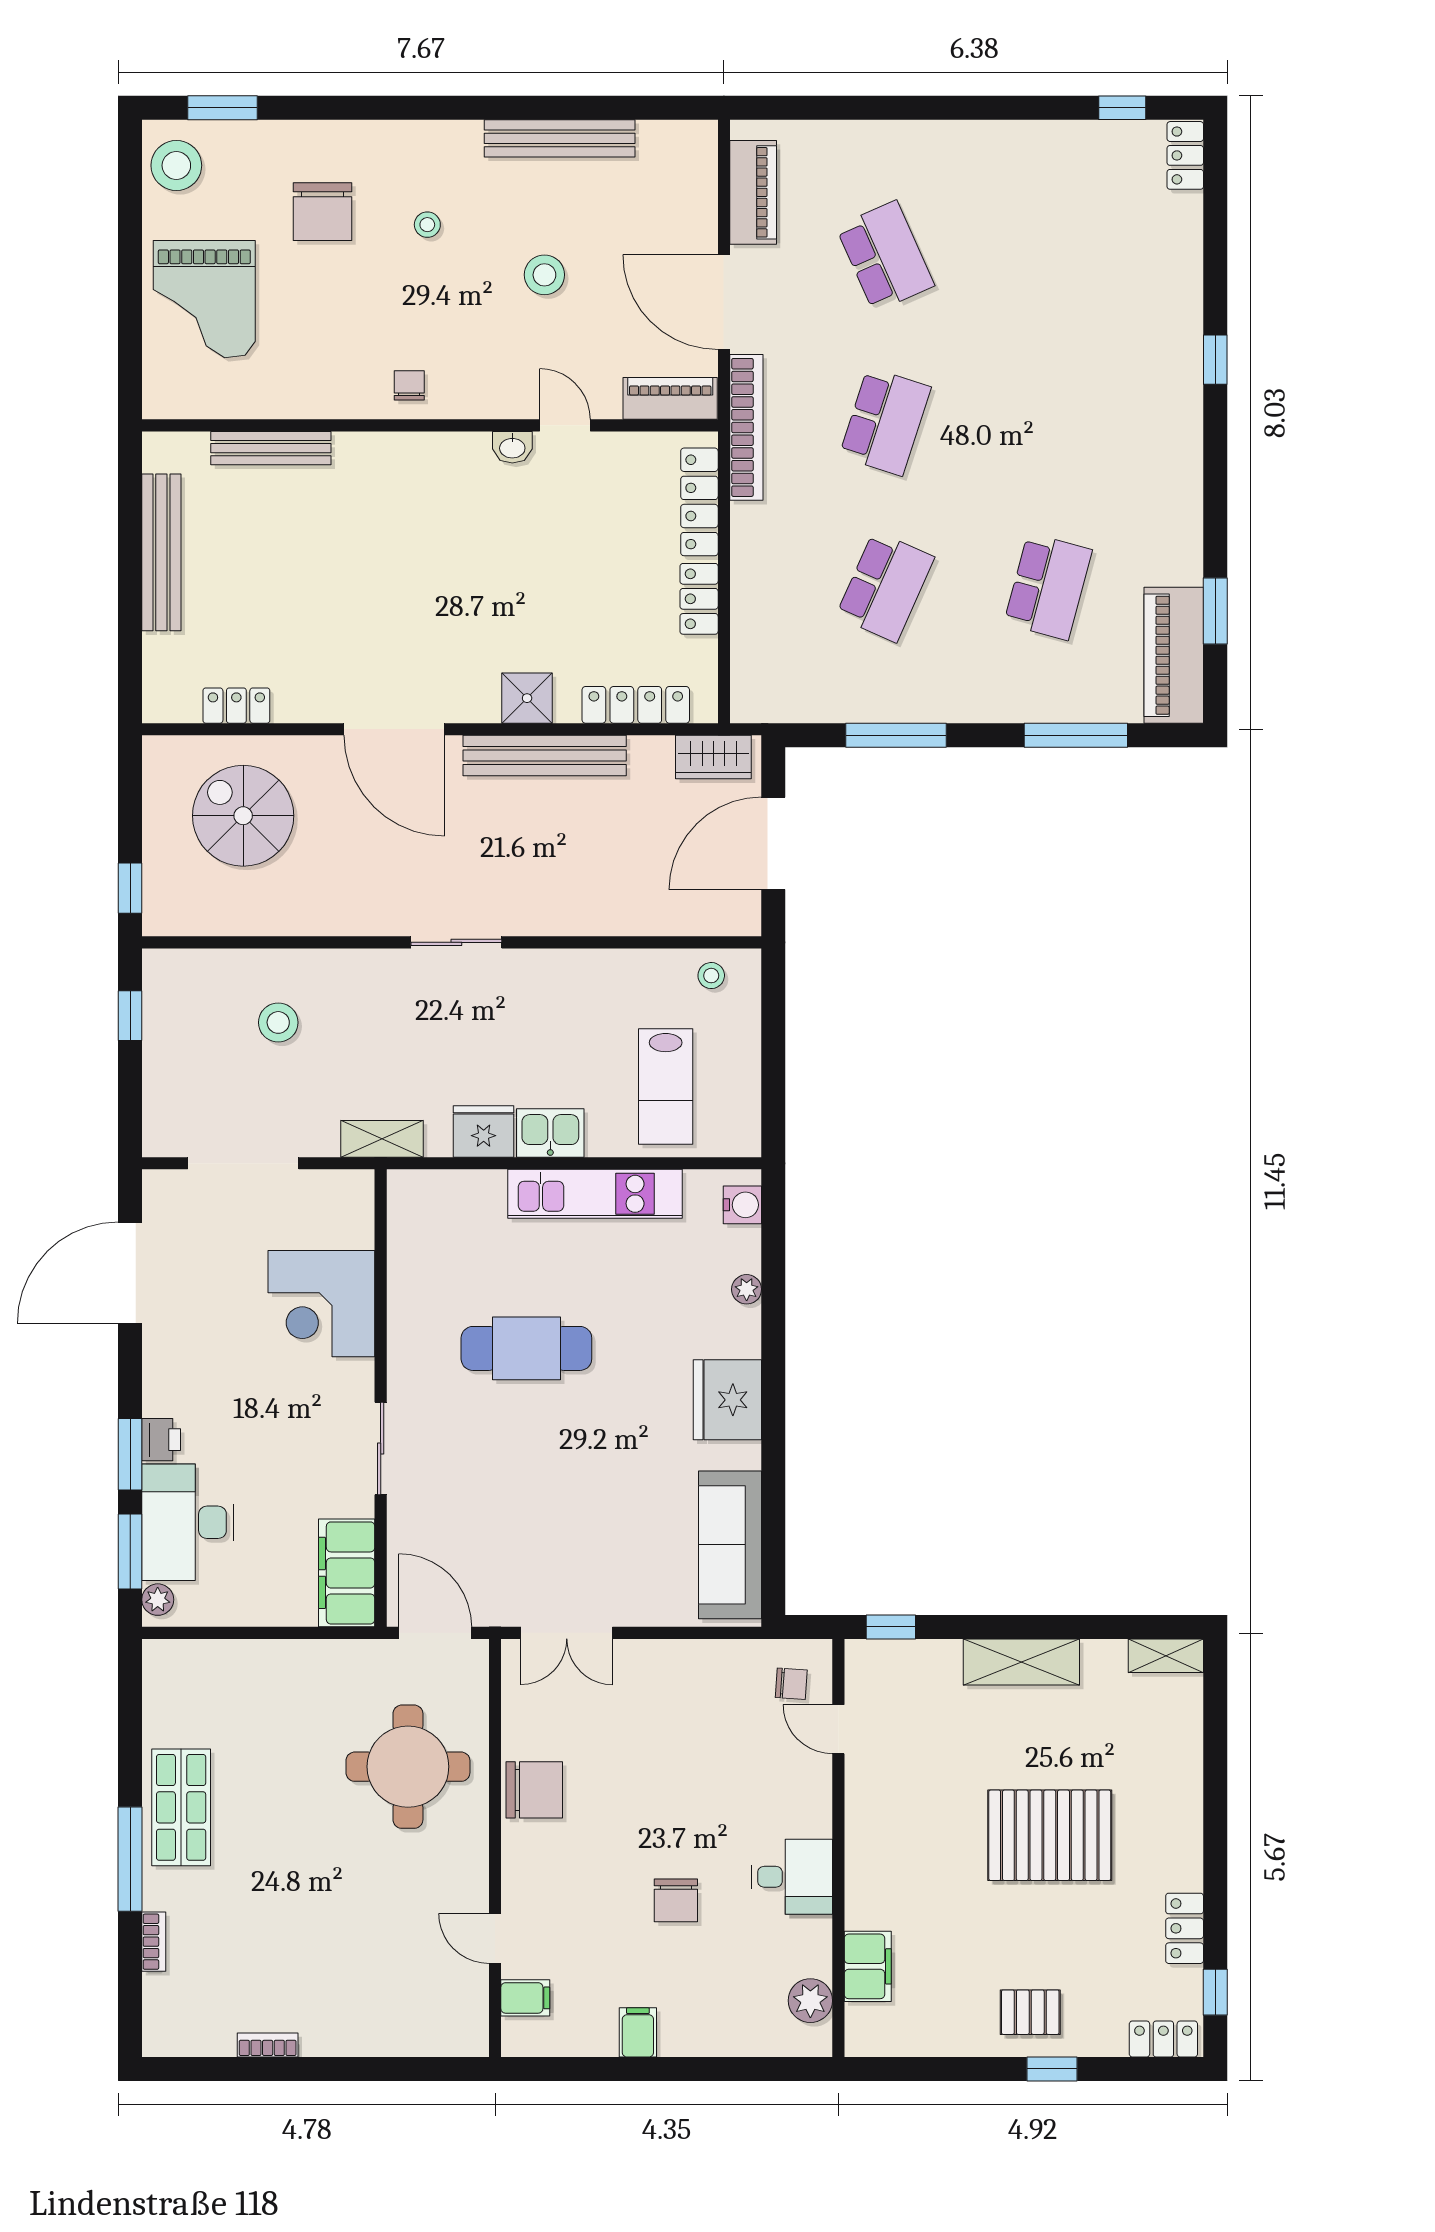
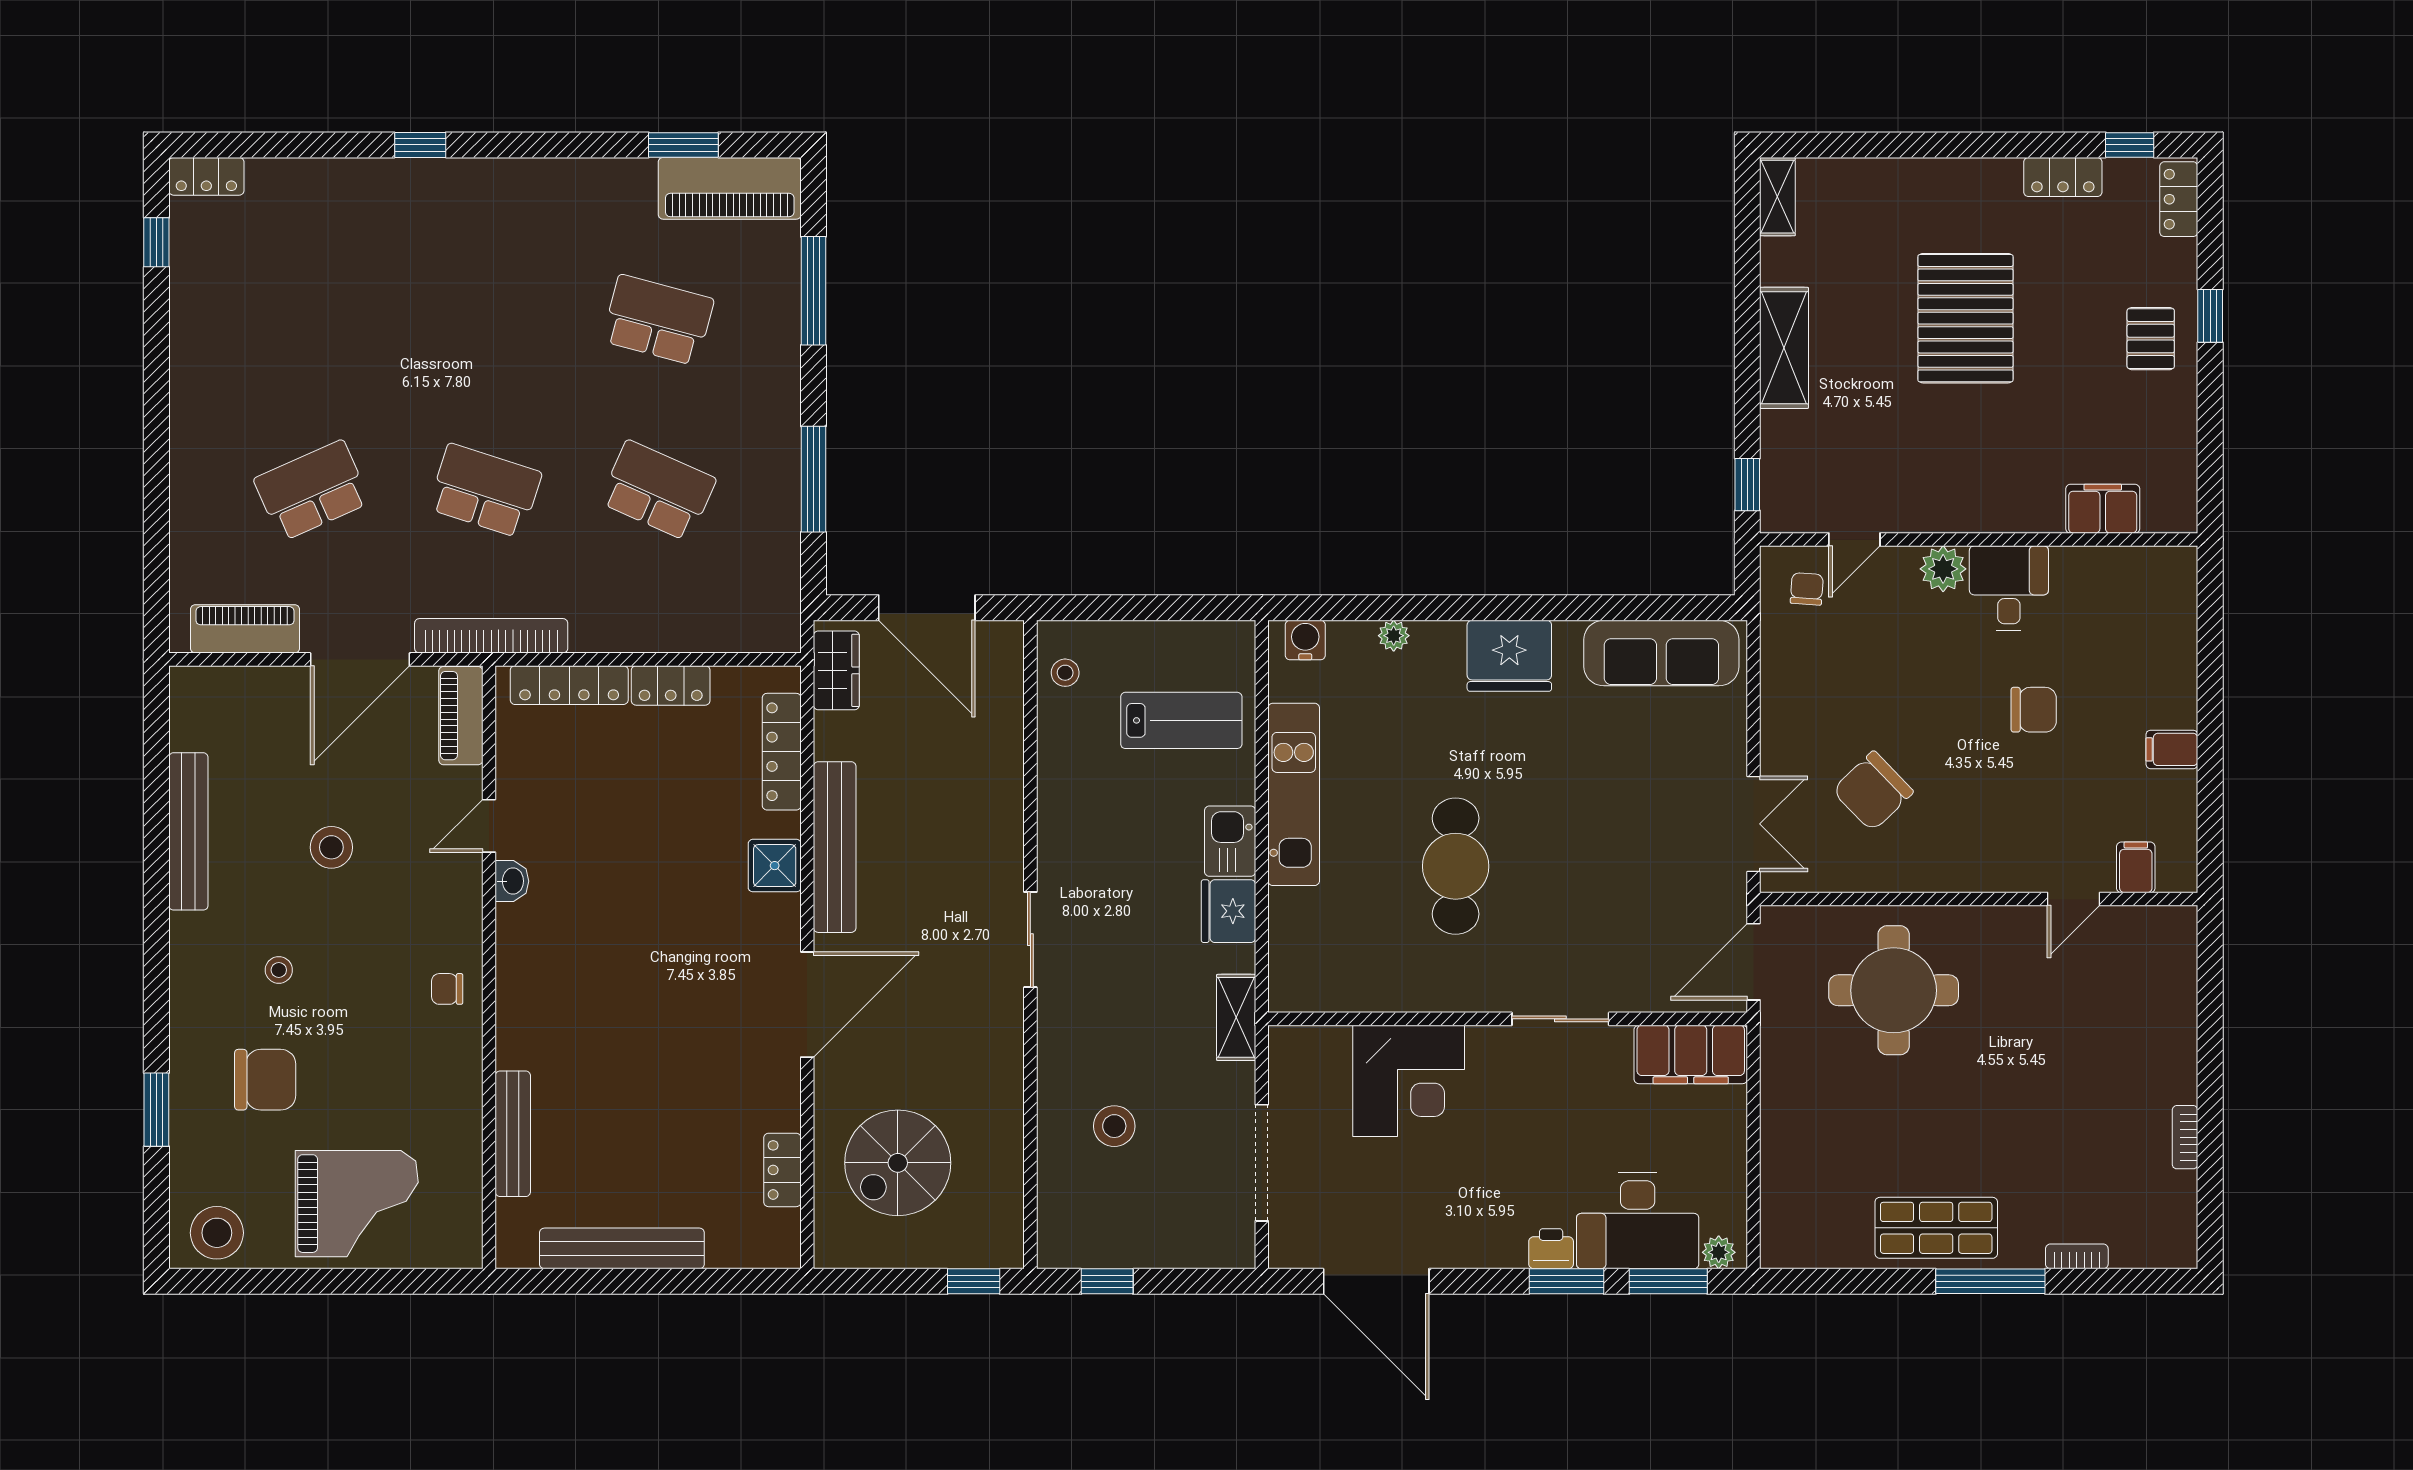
window: (222, 108) -> (156, 1110), moved
chair: (534, 1790) -> (1873, 791), moved, turned -134
plant: (810, 2001) -> (1943, 569), moved

